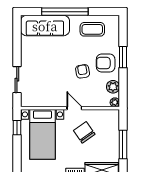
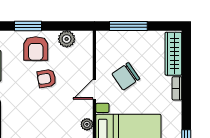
plant: (115, 102) -> (87, 124), moved
window: (123, 144) -> (128, 26), moved

